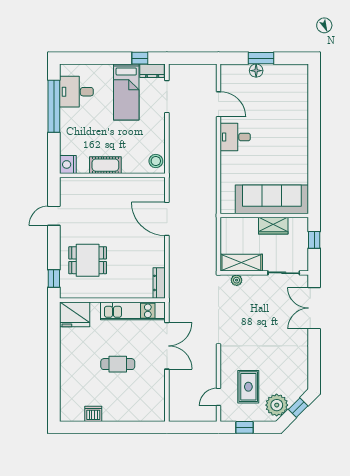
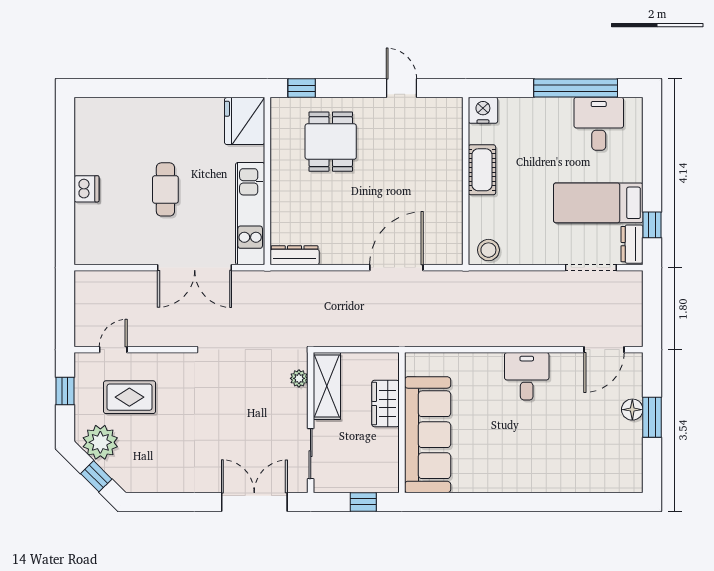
door: (218, 104) -> (604, 350), moved
wardrobe: (273, 226) -> (386, 403), moved
door: (218, 397) -> (113, 350), hinge flipped
dishwasher: (93, 414) -> (86, 189), moved

